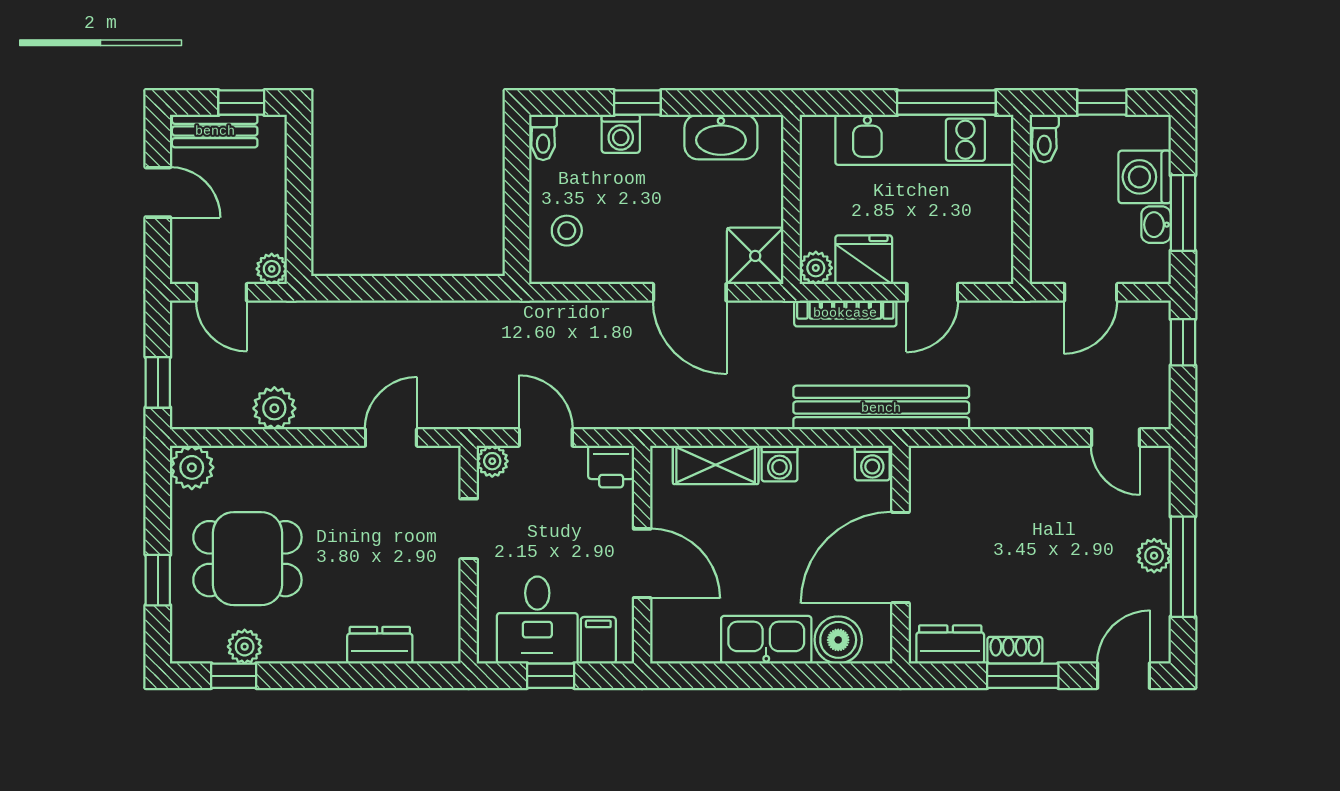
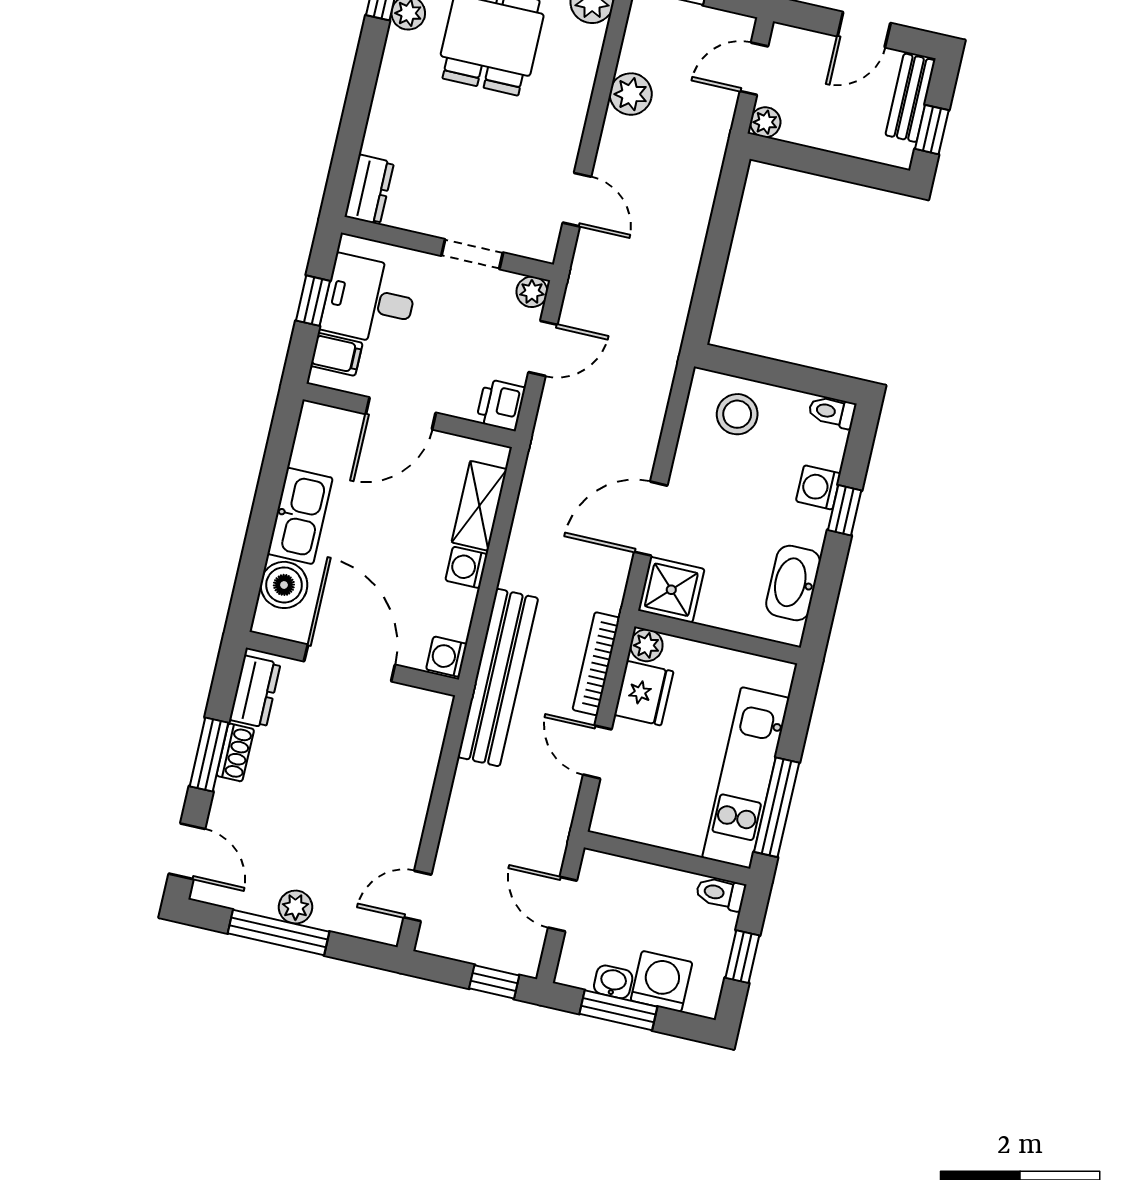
stool: (567, 231) -> (737, 414), width x1.37, depth x1.37
dresser: (380, 645) -> (369, 189), moved

